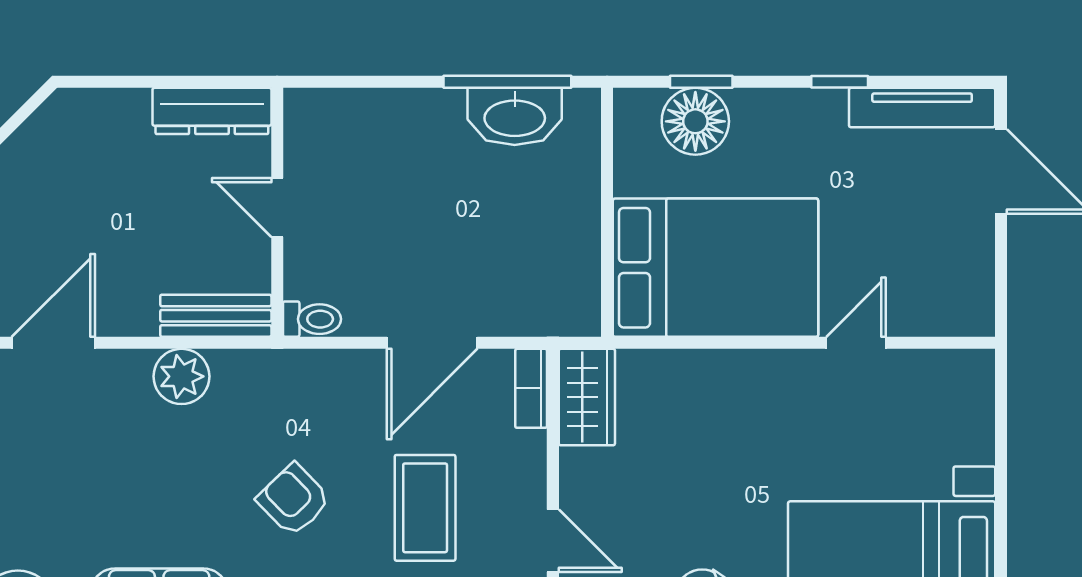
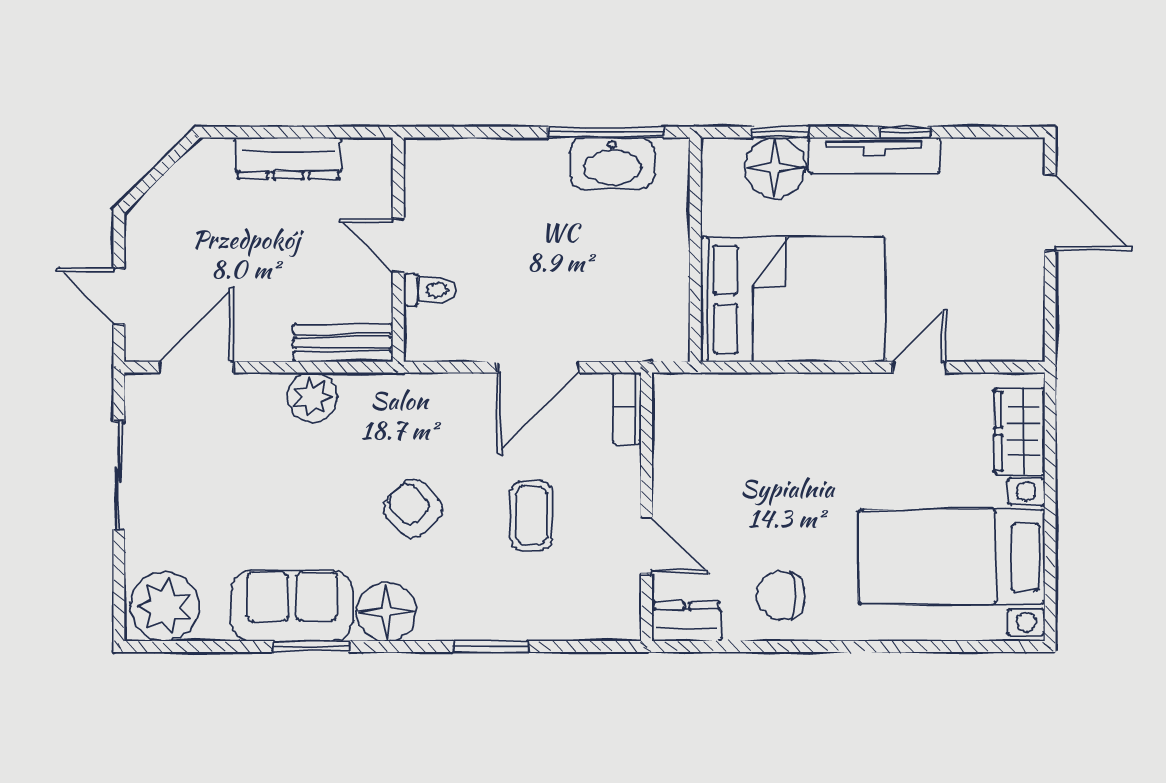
tv unit: (922, 108) -> (874, 155), moved
dresser: (212, 111) -> (288, 158), moved
toilet: (312, 319) -> (430, 290), moved
wardrobe: (587, 397) -> (1019, 431), moved, turned 180
coffee table: (425, 508) -> (531, 516), width x0.73, depth x0.77

